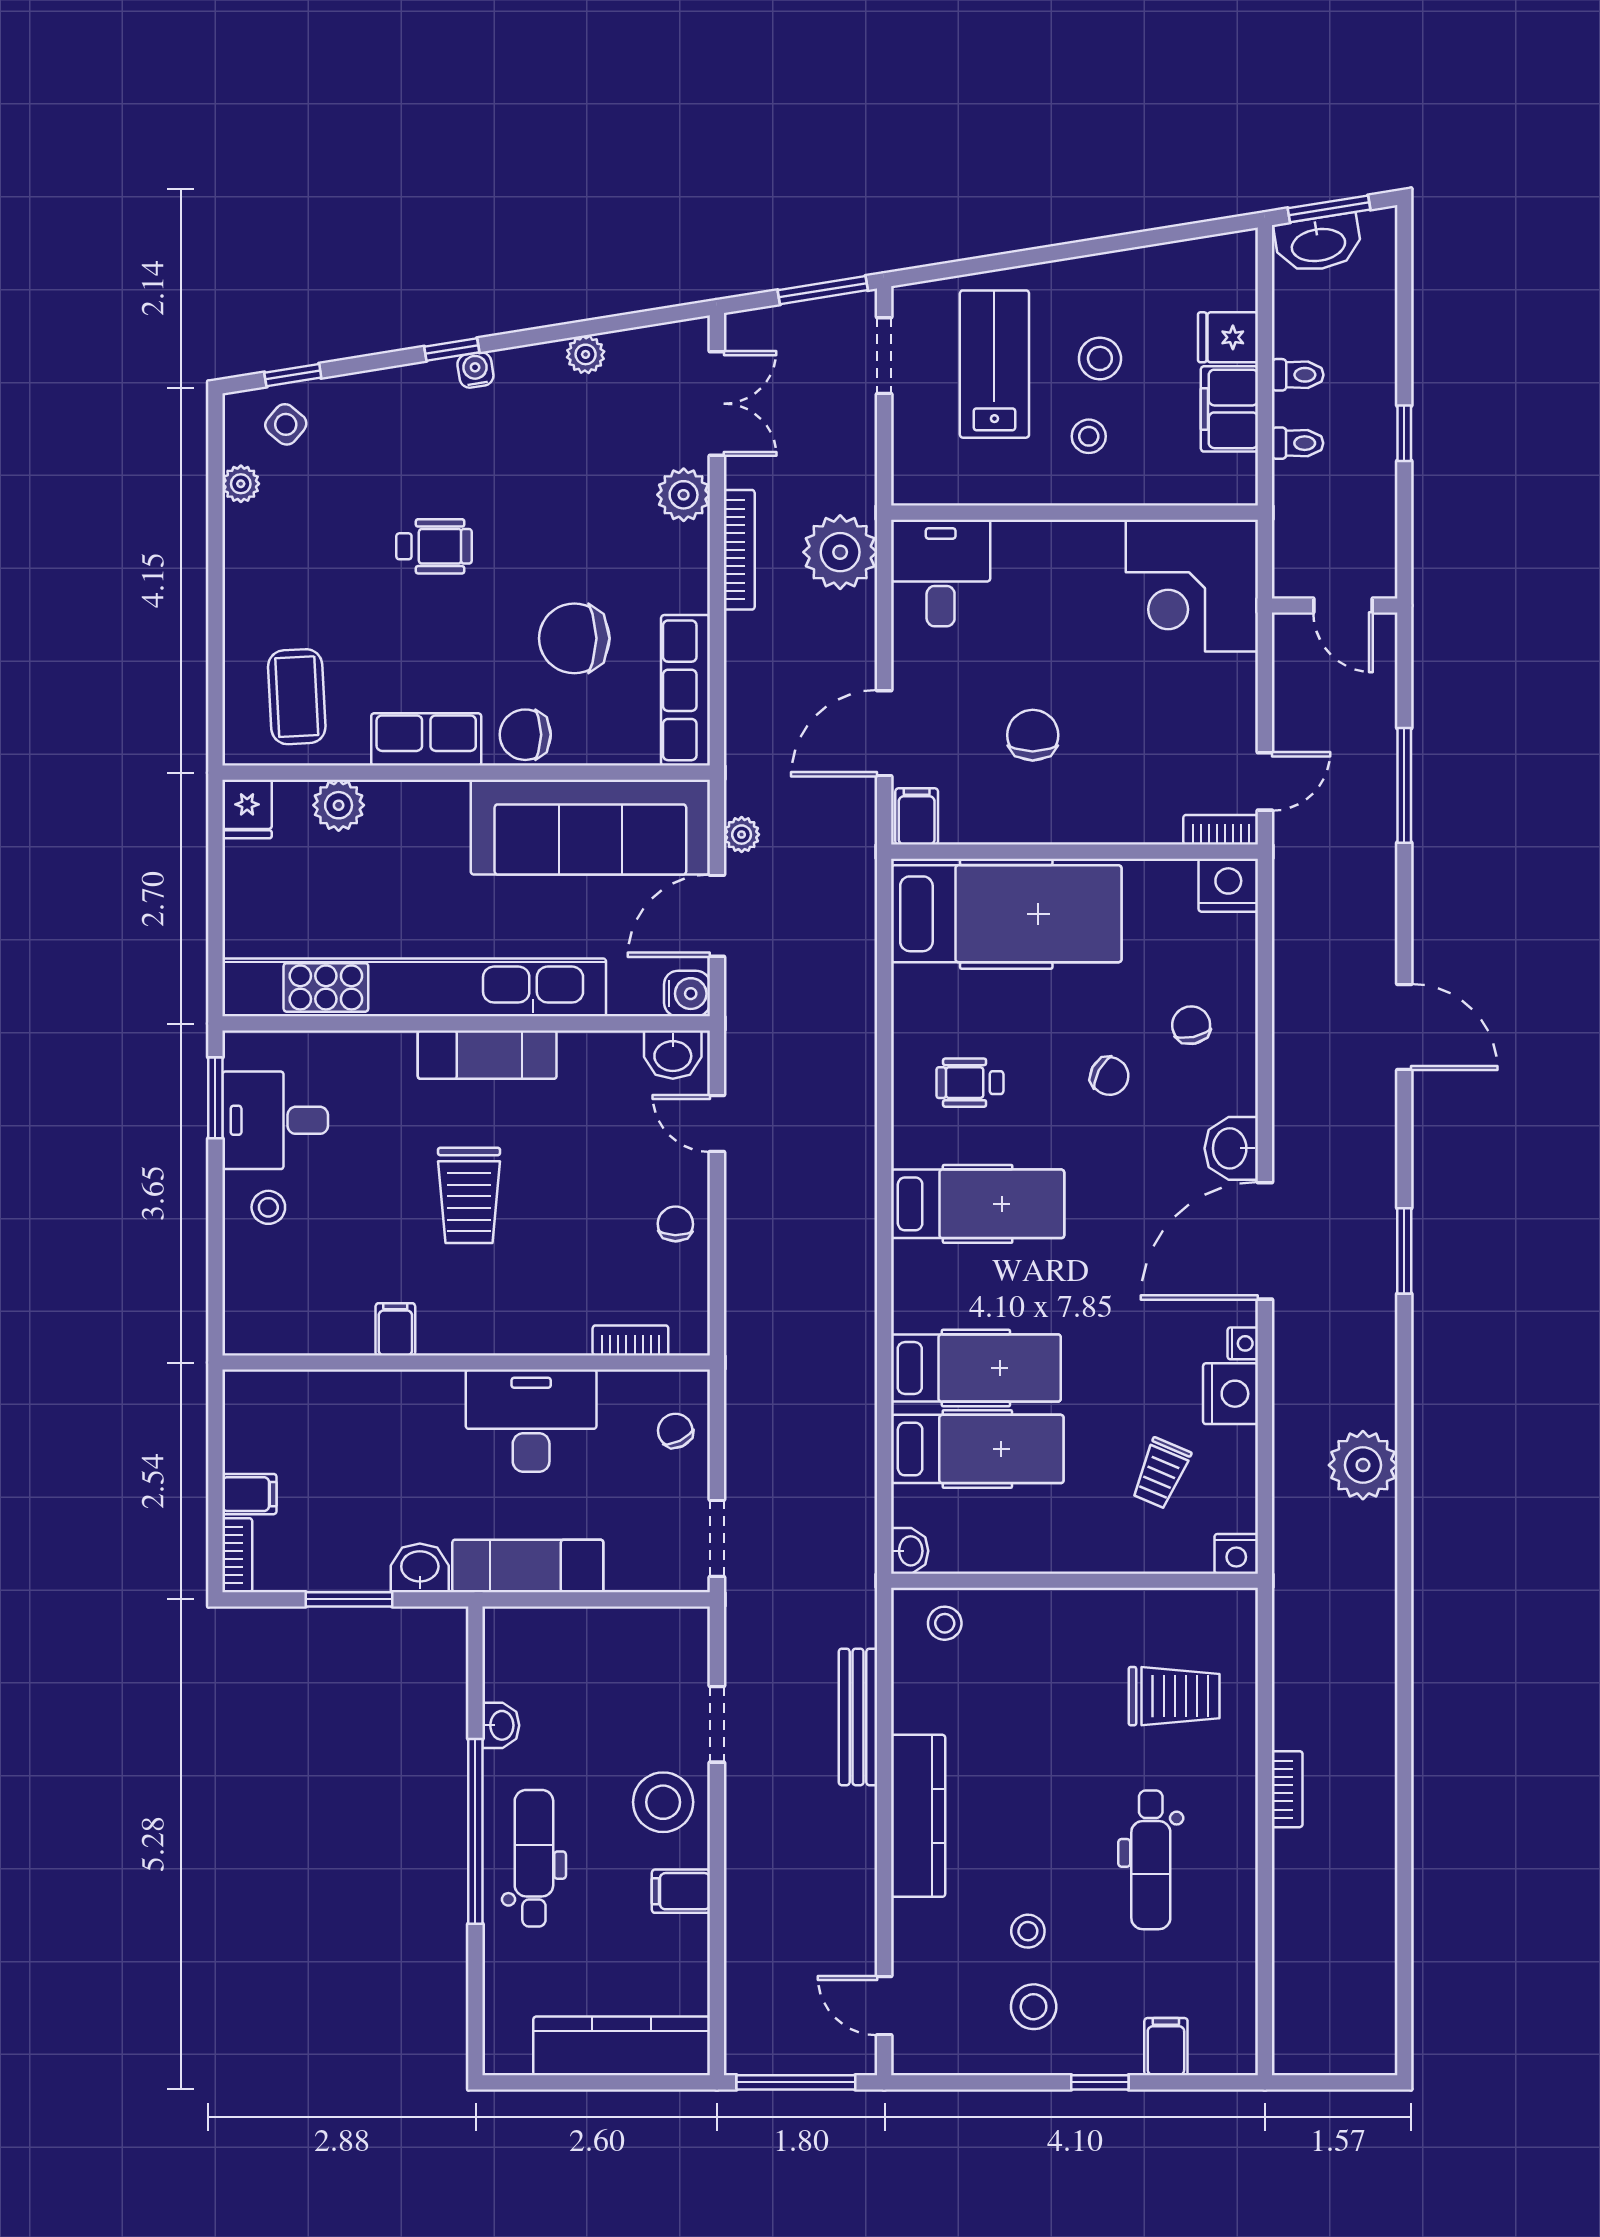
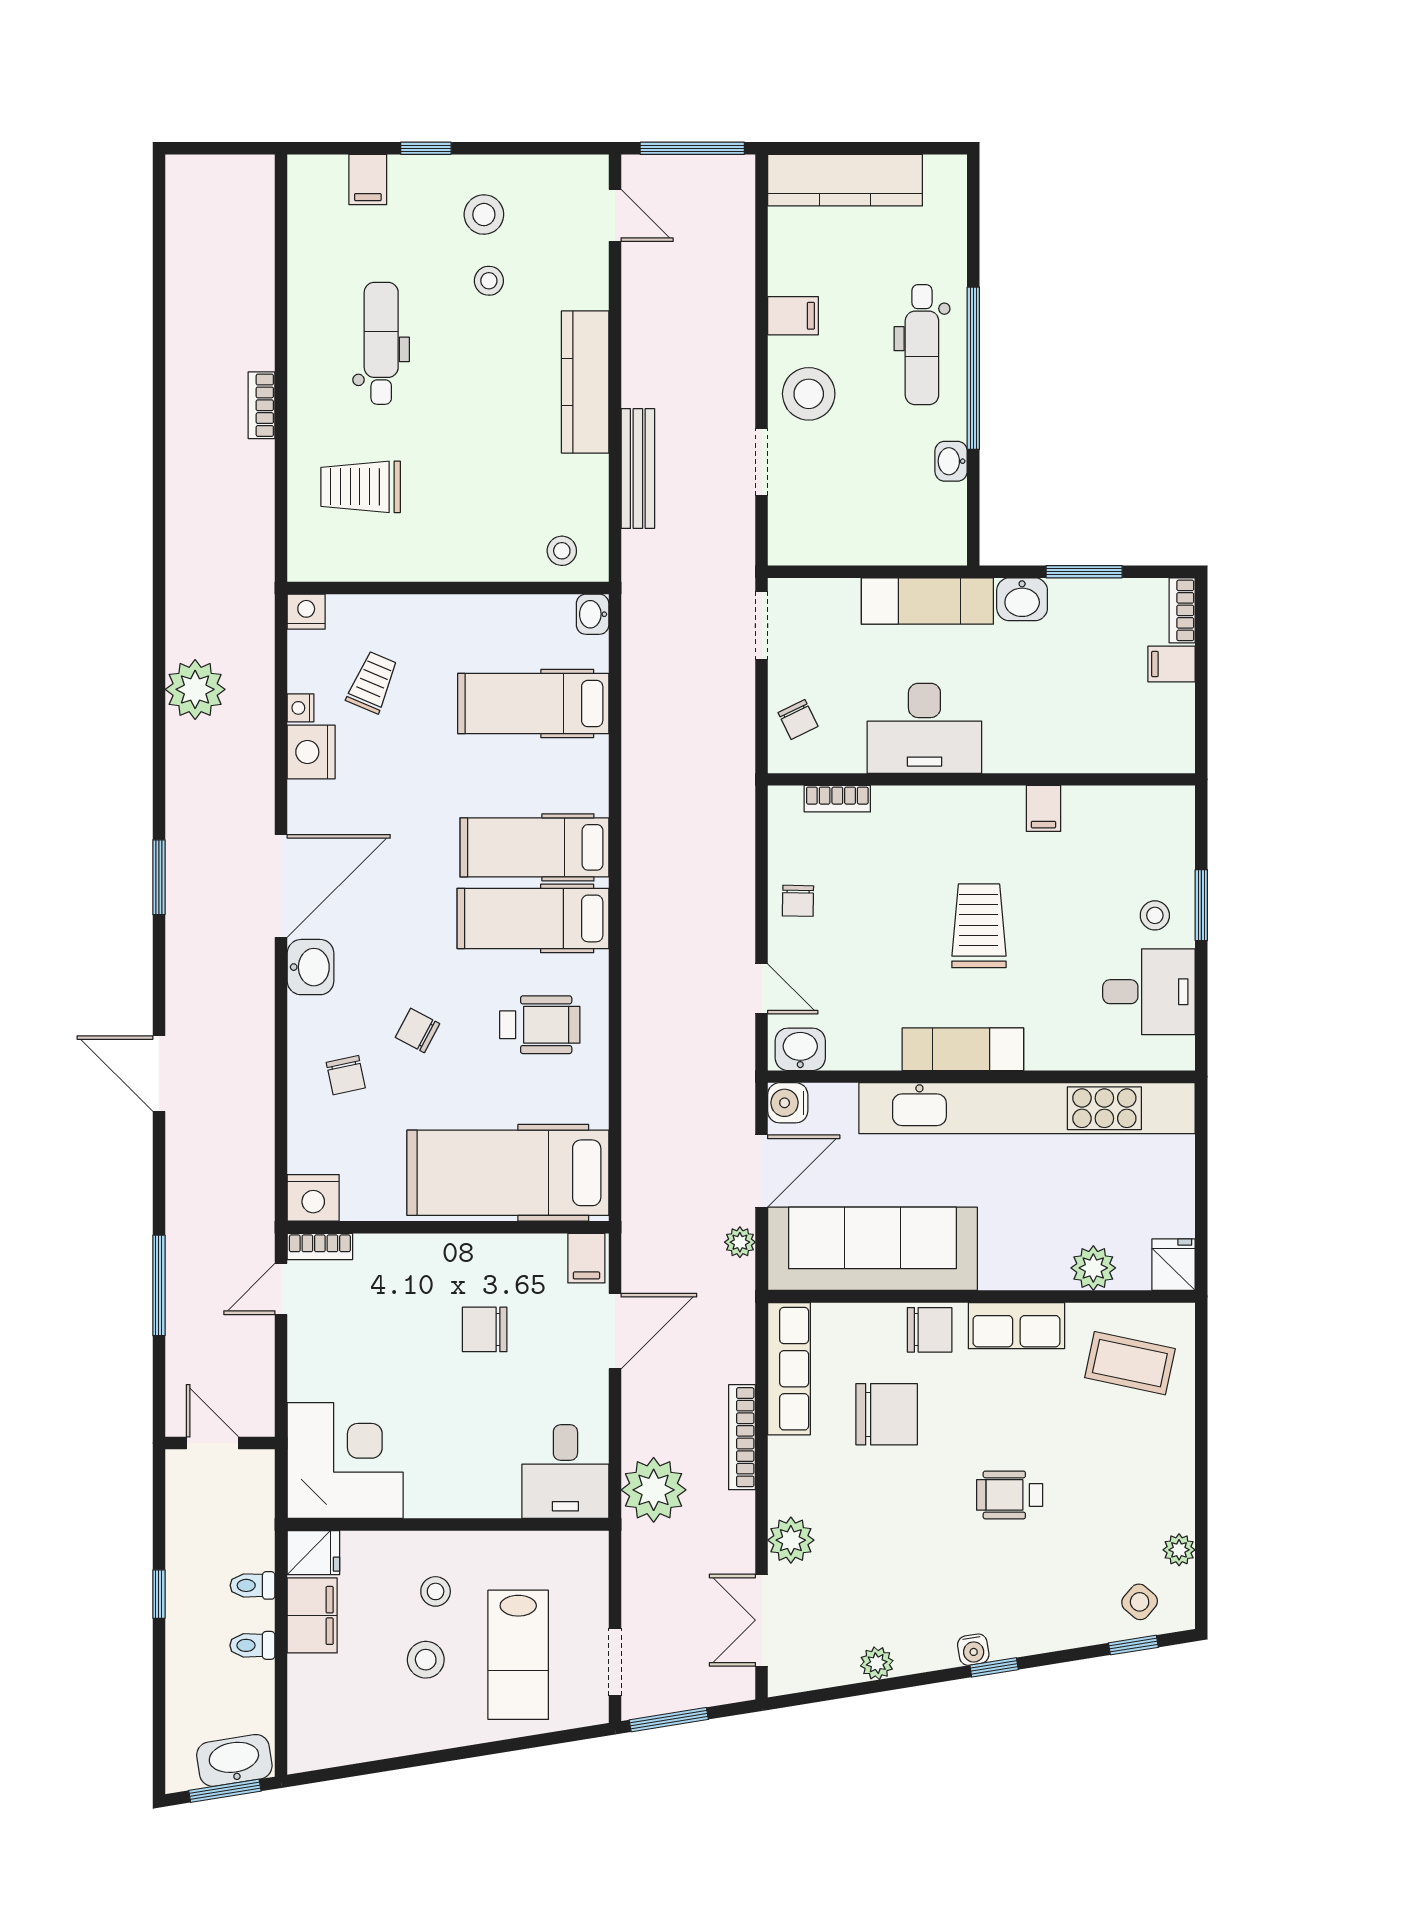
fridge: (1228, 337) -> (313, 1553), moved
bookcase: (739, 550) -> (742, 1437), moved
coffee table: (297, 697) -> (1130, 1363), turned -75
chair: (1033, 735) -> (485, 1329), turned 90
wheelchair: (970, 1083) -> (540, 1025), width x1.36, depth x1.37
window: (215, 1098) -> (1201, 905), moved
nightstand: (1243, 1343) -> (300, 708), moved
hospital bed: (976, 1368) -> (534, 847), moved

